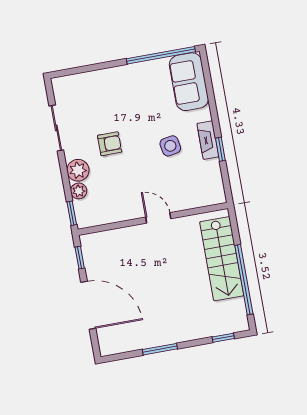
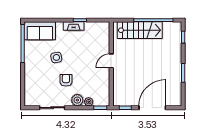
side table: (170, 146) -> (56, 57), moved

